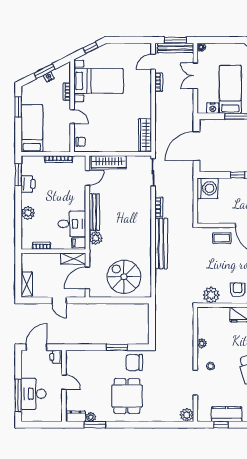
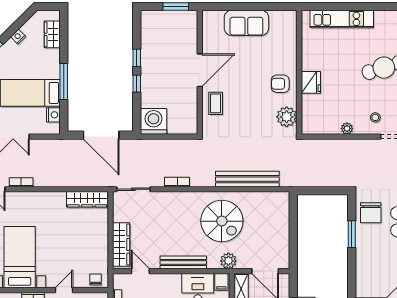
plant: (96, 238) -> (228, 261), moved
bench: (161, 243) -> (247, 179), moved
spiral stairs: (124, 277) -> (222, 221), moved, turned -90

